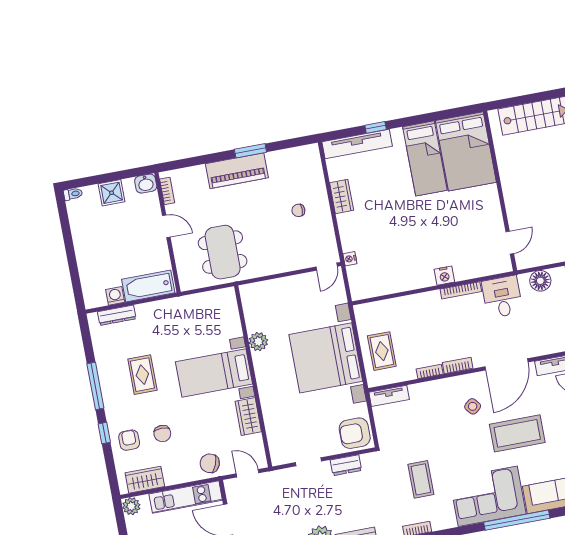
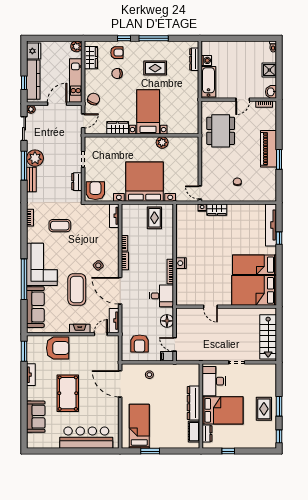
wardrobe: (342, 196) -> (217, 210), moved
door: (510, 243) -> (210, 307), moved
dining table: (223, 252) -> (221, 131), turned 90
rug: (382, 351) -> (154, 218), moved, turned 90

